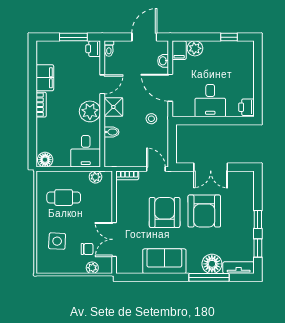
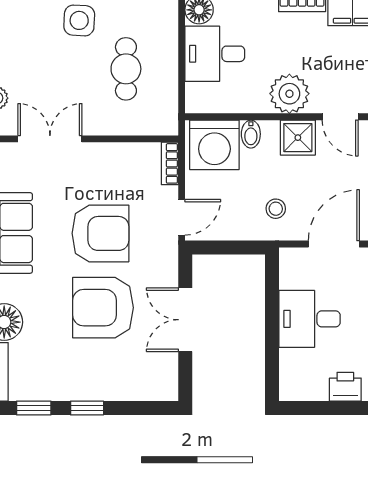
printer: (246, 107) -> (345, 387), moved
desk: (86, 151) -> (215, 54), moved
washing machine: (117, 151) -> (214, 145), added
plant: (95, 177) -> (167, 104), removed
cafe table: (64, 198) -> (126, 69), moved
side table: (57, 241) -> (79, 20), moved
chair: (87, 249) -> (32, 88), removed

